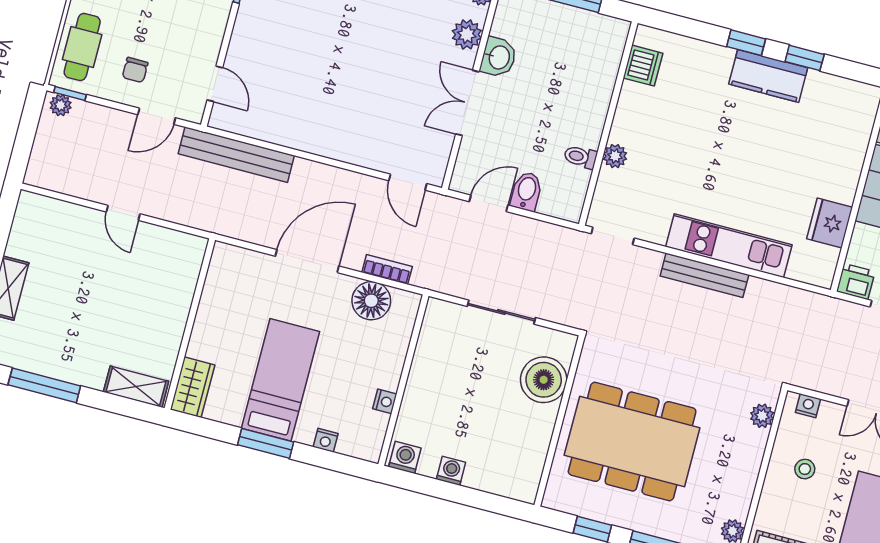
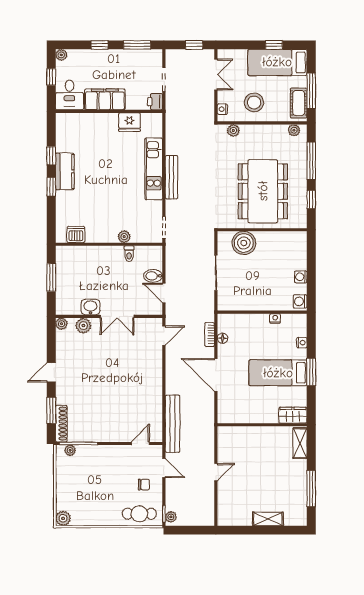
floor lamp: (371, 301) -> (223, 338), width x0.53, depth x0.53
stool: (805, 469) -> (254, 103), width x1.89, depth x1.89

